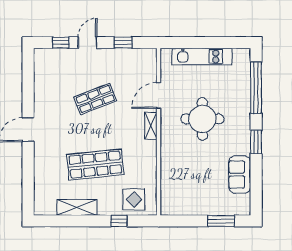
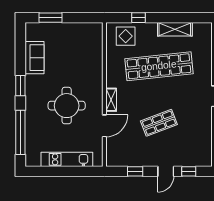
shop shelf: (95, 165) -> (159, 66), width x1.40

